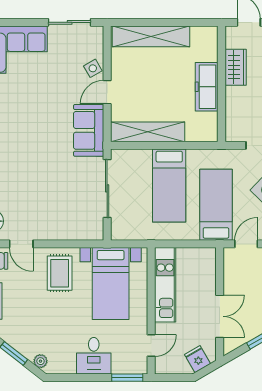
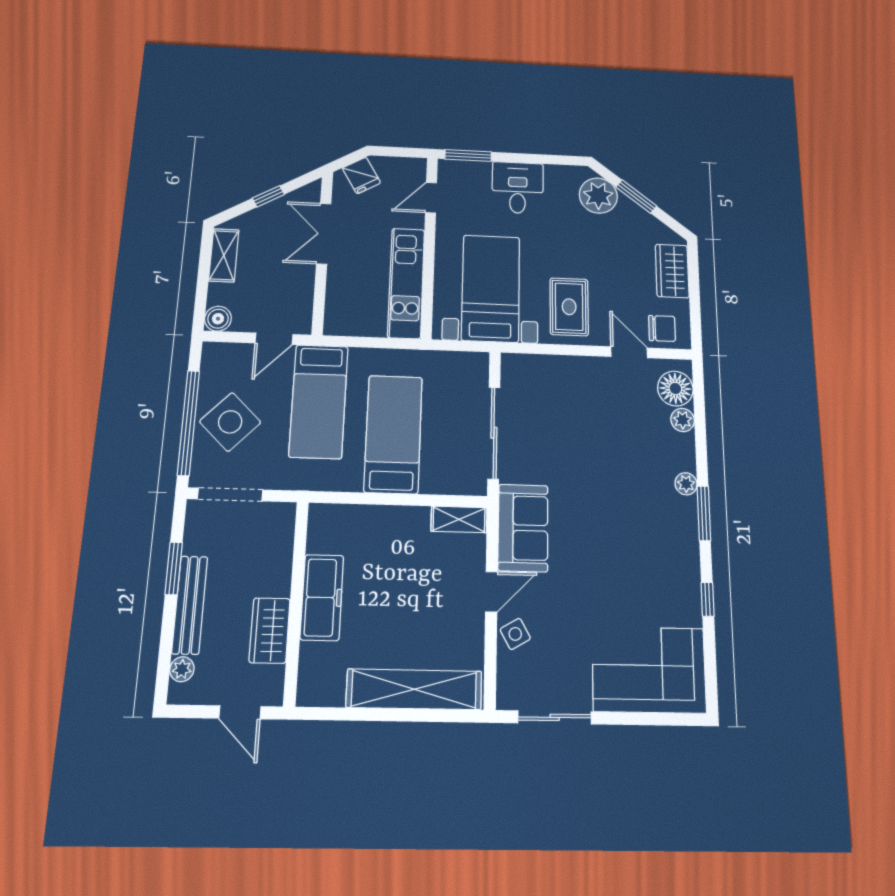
shelving: (148, 132) -> (459, 519), width x0.45, depth x0.75
plant: (40, 361) -> (598, 196), width x1.88, depth x1.88

